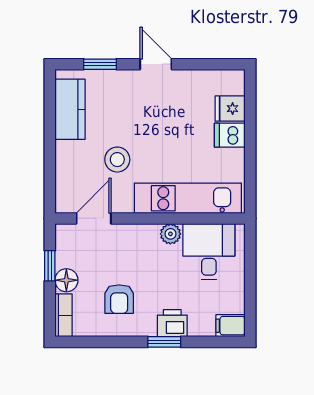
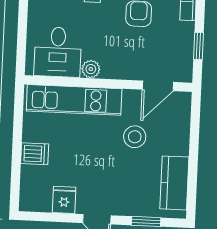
fridge: (230, 109) -> (64, 200), moved, turned -90
floor lamp: (66, 280) -> (184, 32), removed

